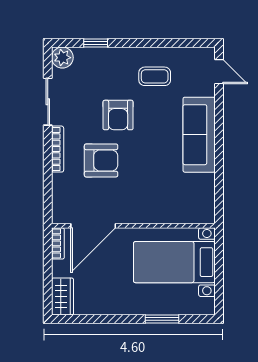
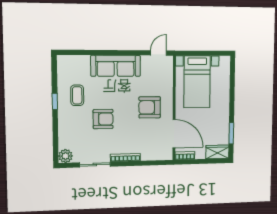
window: (96, 43) -> (55, 101), moved
door: (219, 72) -> (159, 53), moved
armchair: (101, 160) -> (150, 107), moved, turned -90
window: (162, 319) -> (231, 133), moved

